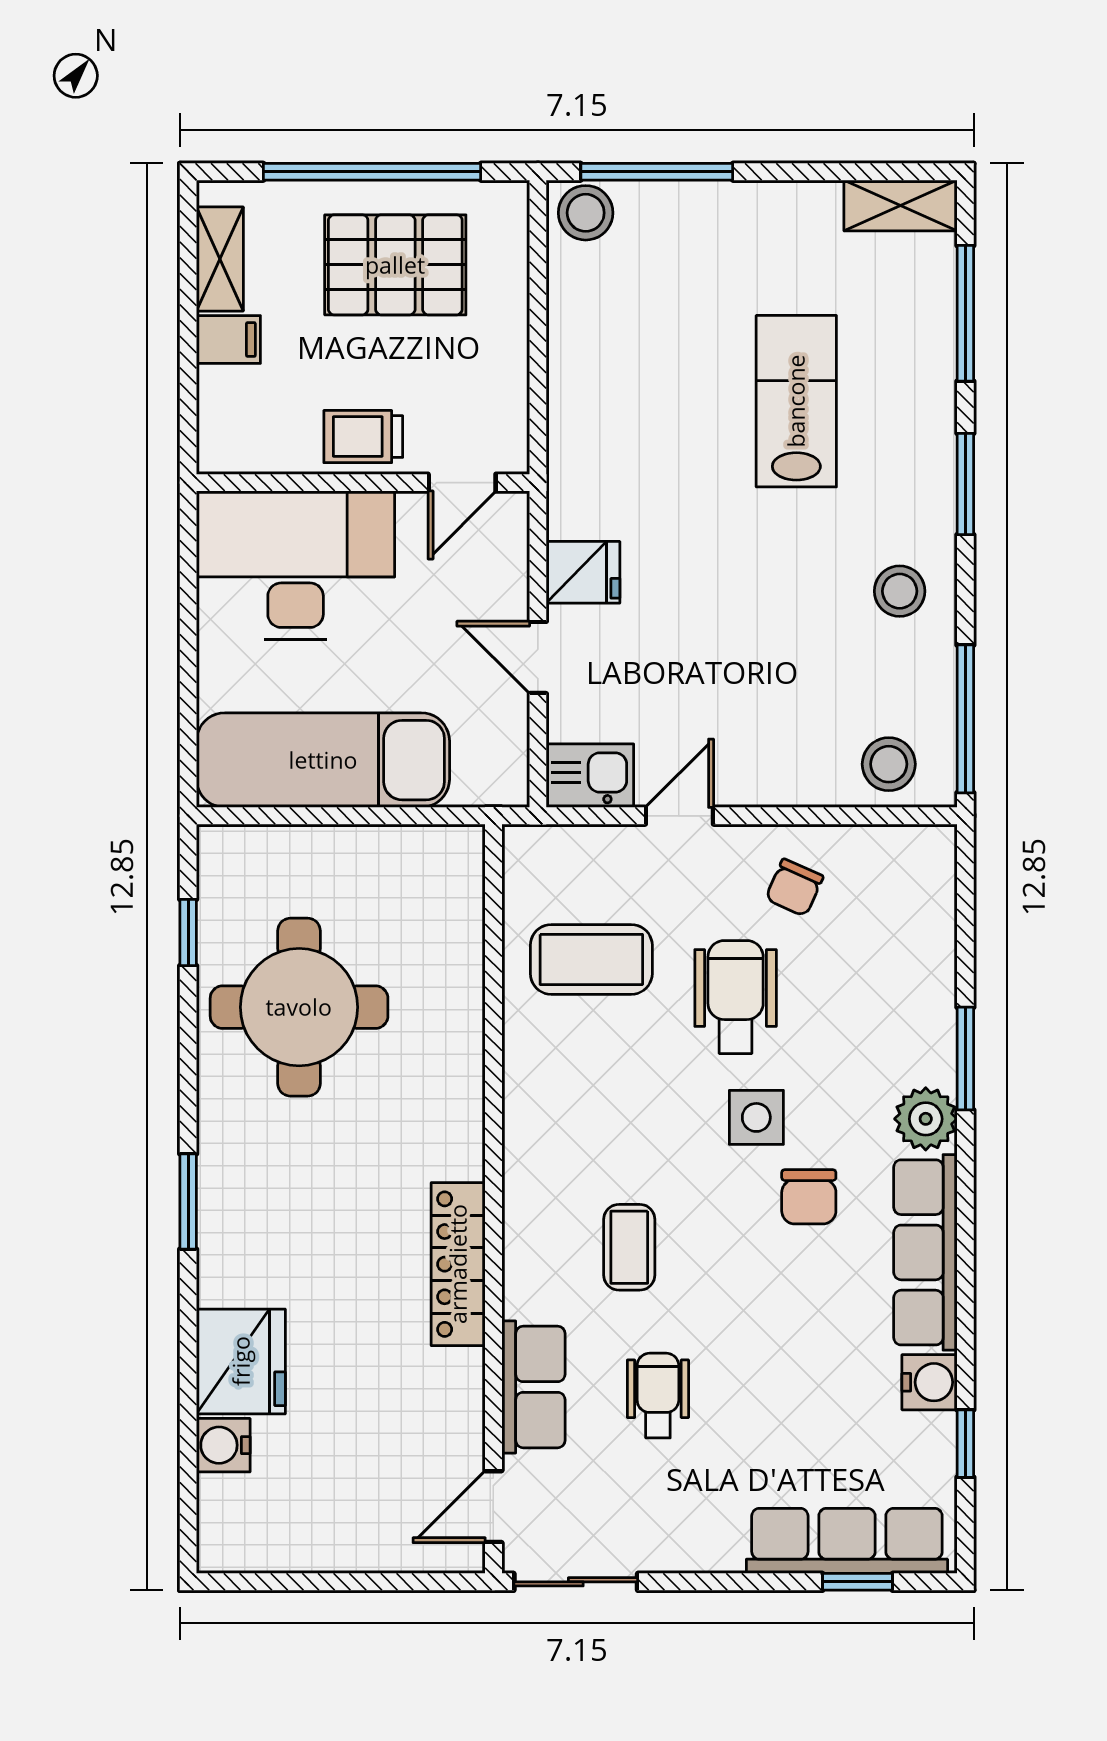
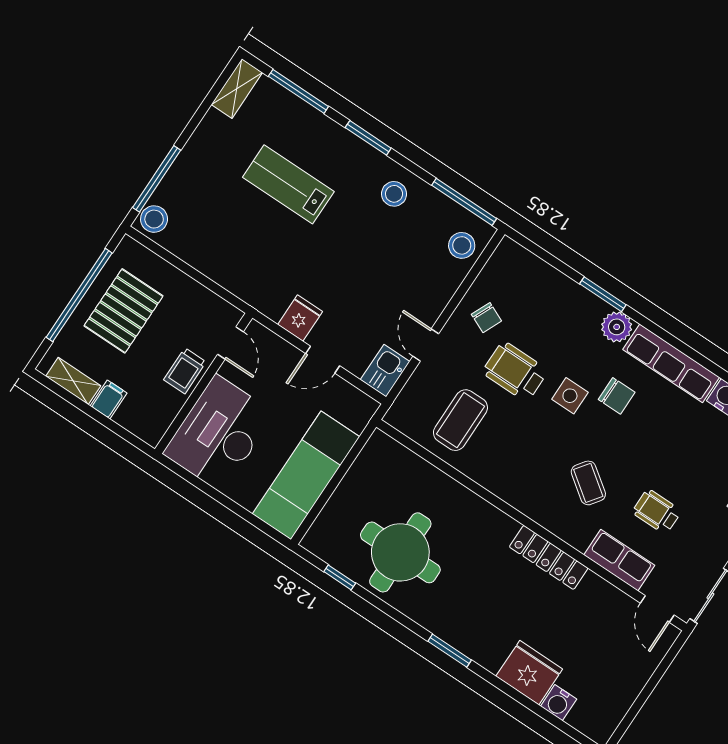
coffee table: (629, 1247) -> (588, 483), turned 36

